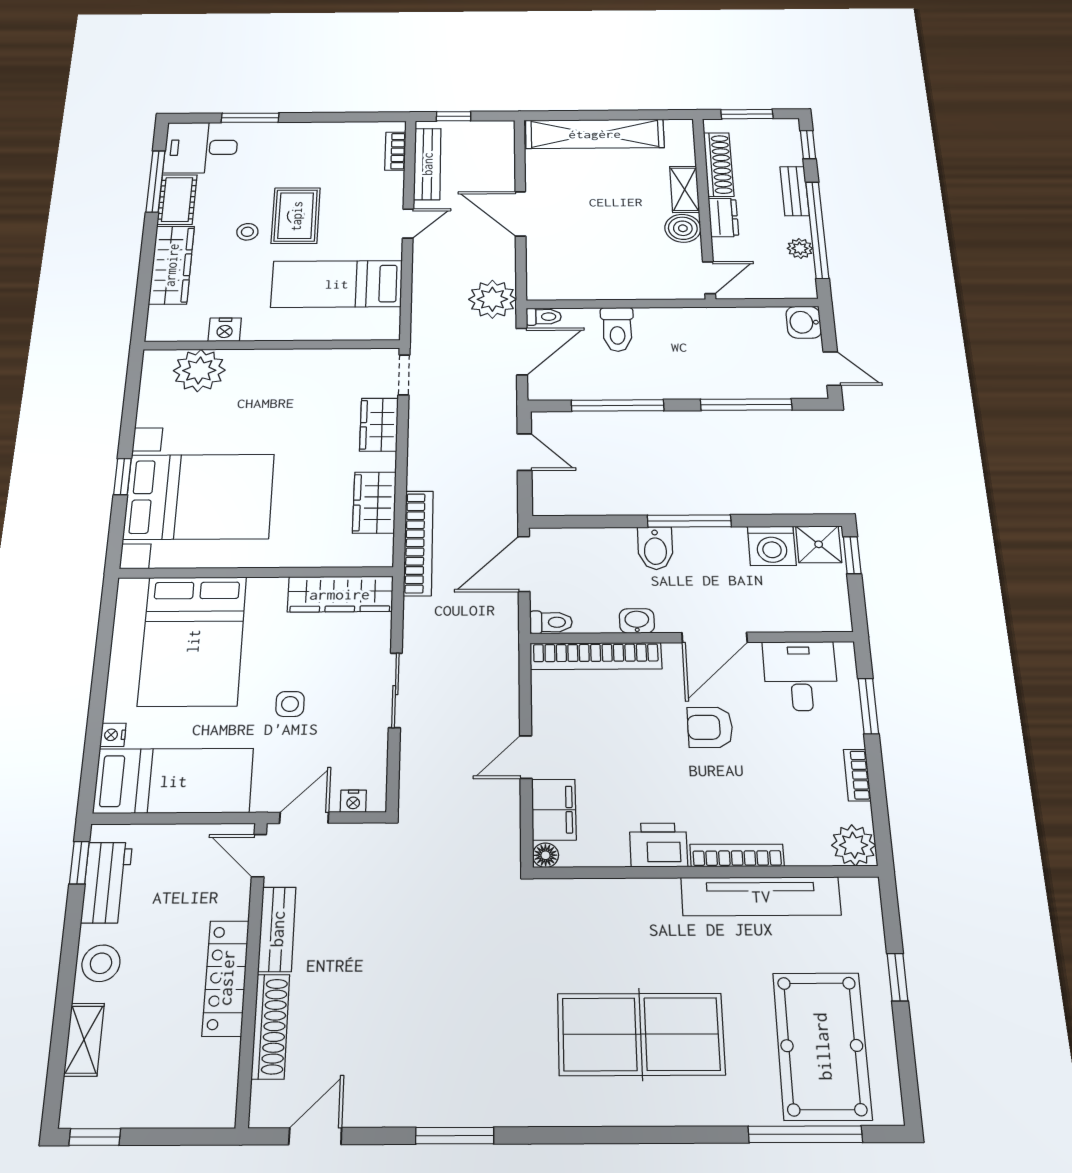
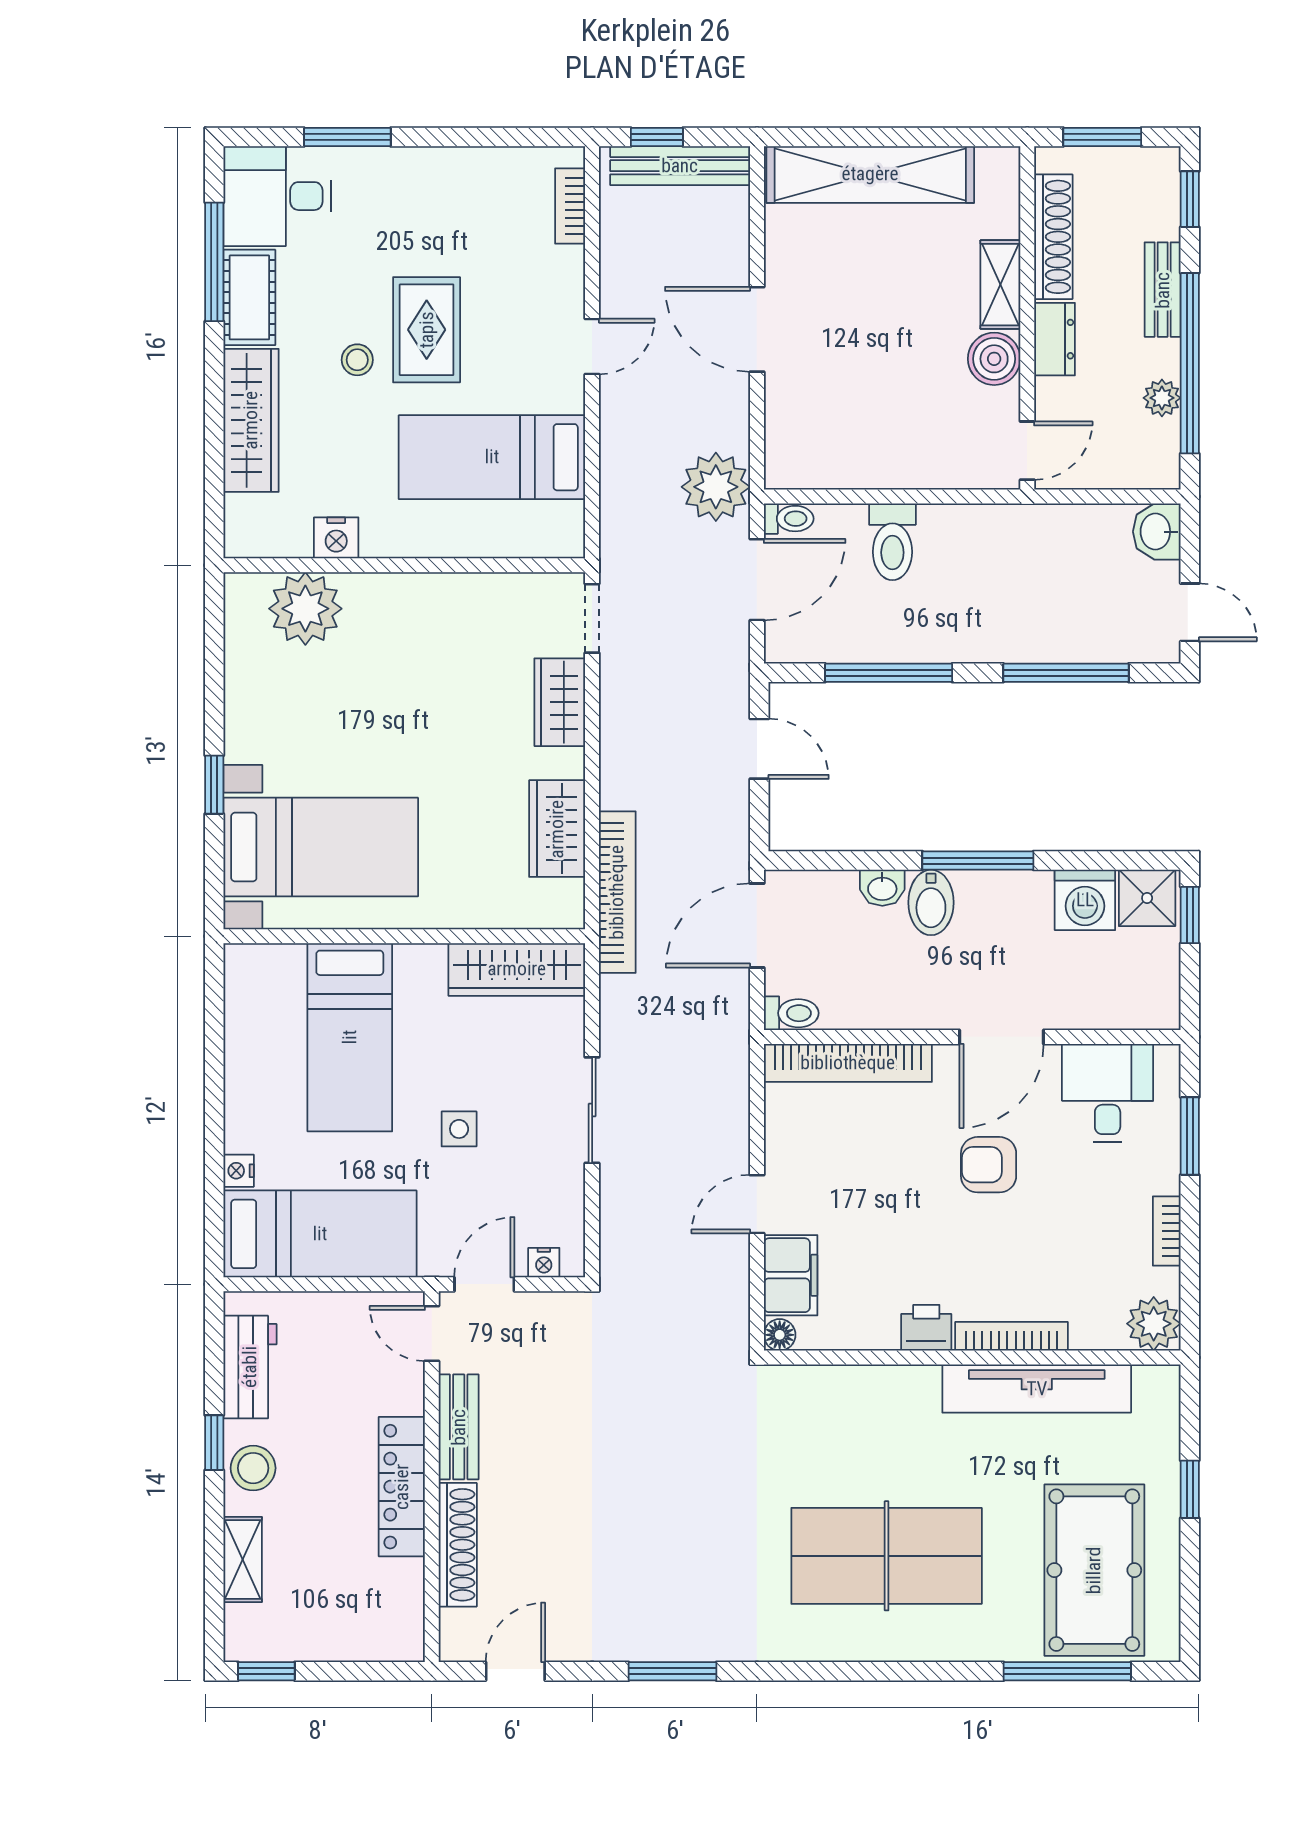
bench: (427, 164) -> (680, 166), moved, turned 90
bed with nightstands: (199, 497) -> (321, 847), width x0.73
washbasin: (637, 621) -> (882, 888), moved, turned 180
bed: (193, 641) -> (350, 1037), width x0.67
printer: (659, 845) -> (926, 1328), width x0.73, depth x0.81
window: (79, 863) -> (214, 1443), moved

